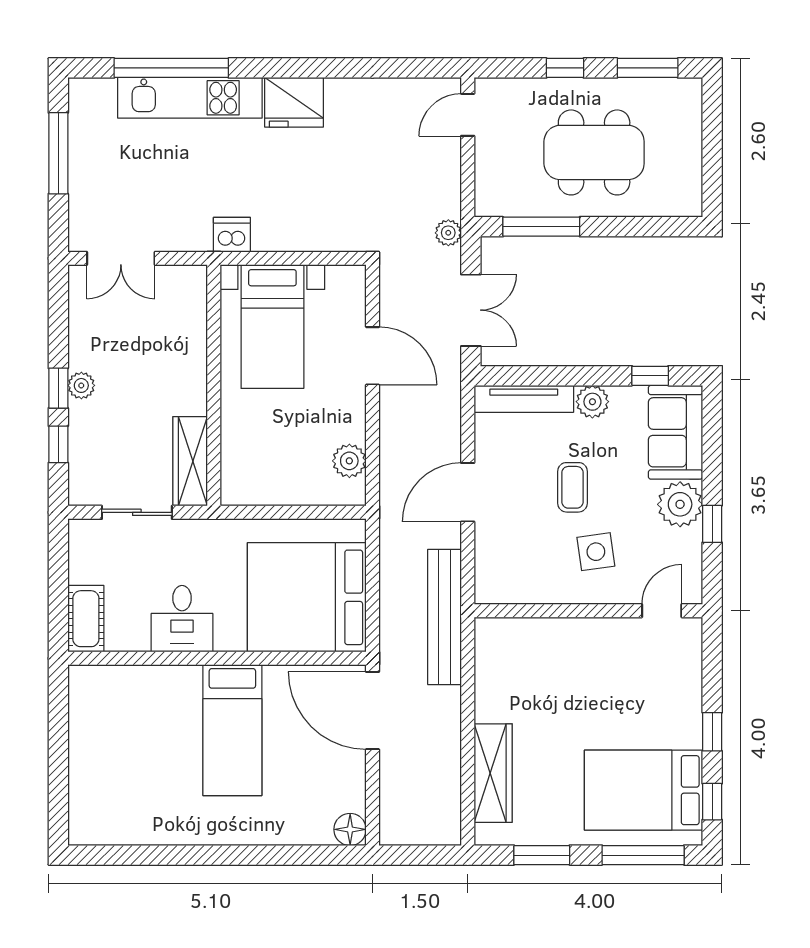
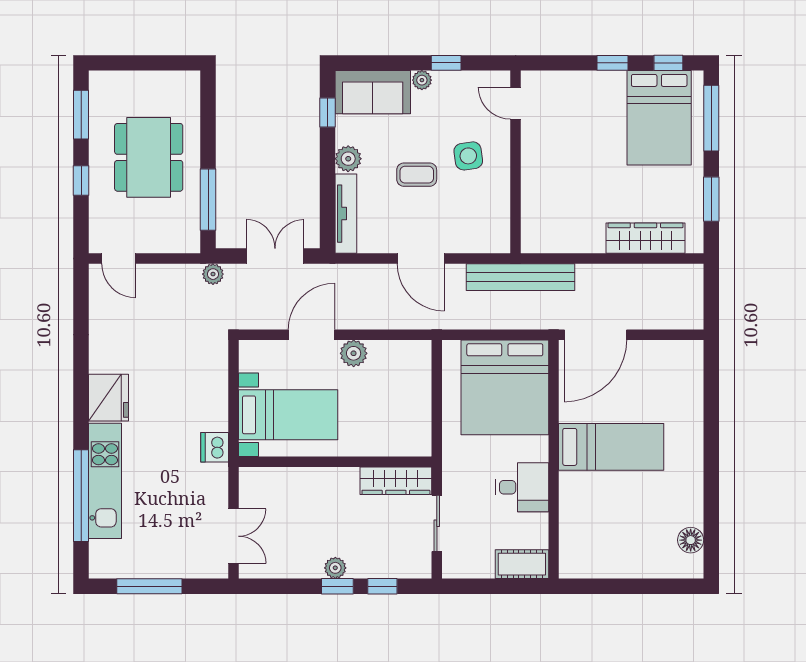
plant: (349, 461) -> (354, 353), moved
plant: (680, 504) -> (422, 80), width x0.53, depth x0.53
floor lamp: (350, 829) -> (691, 540), moved

